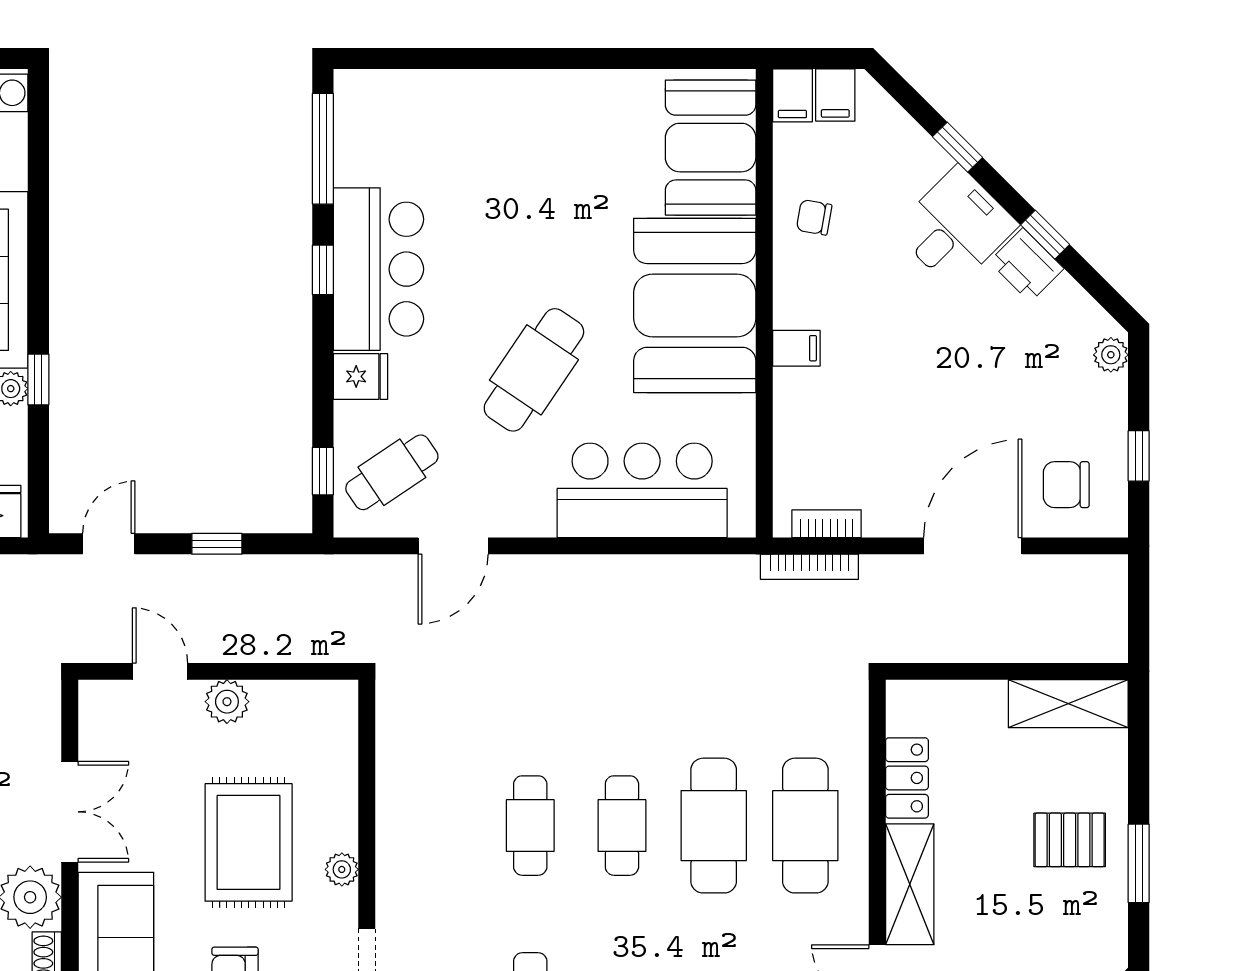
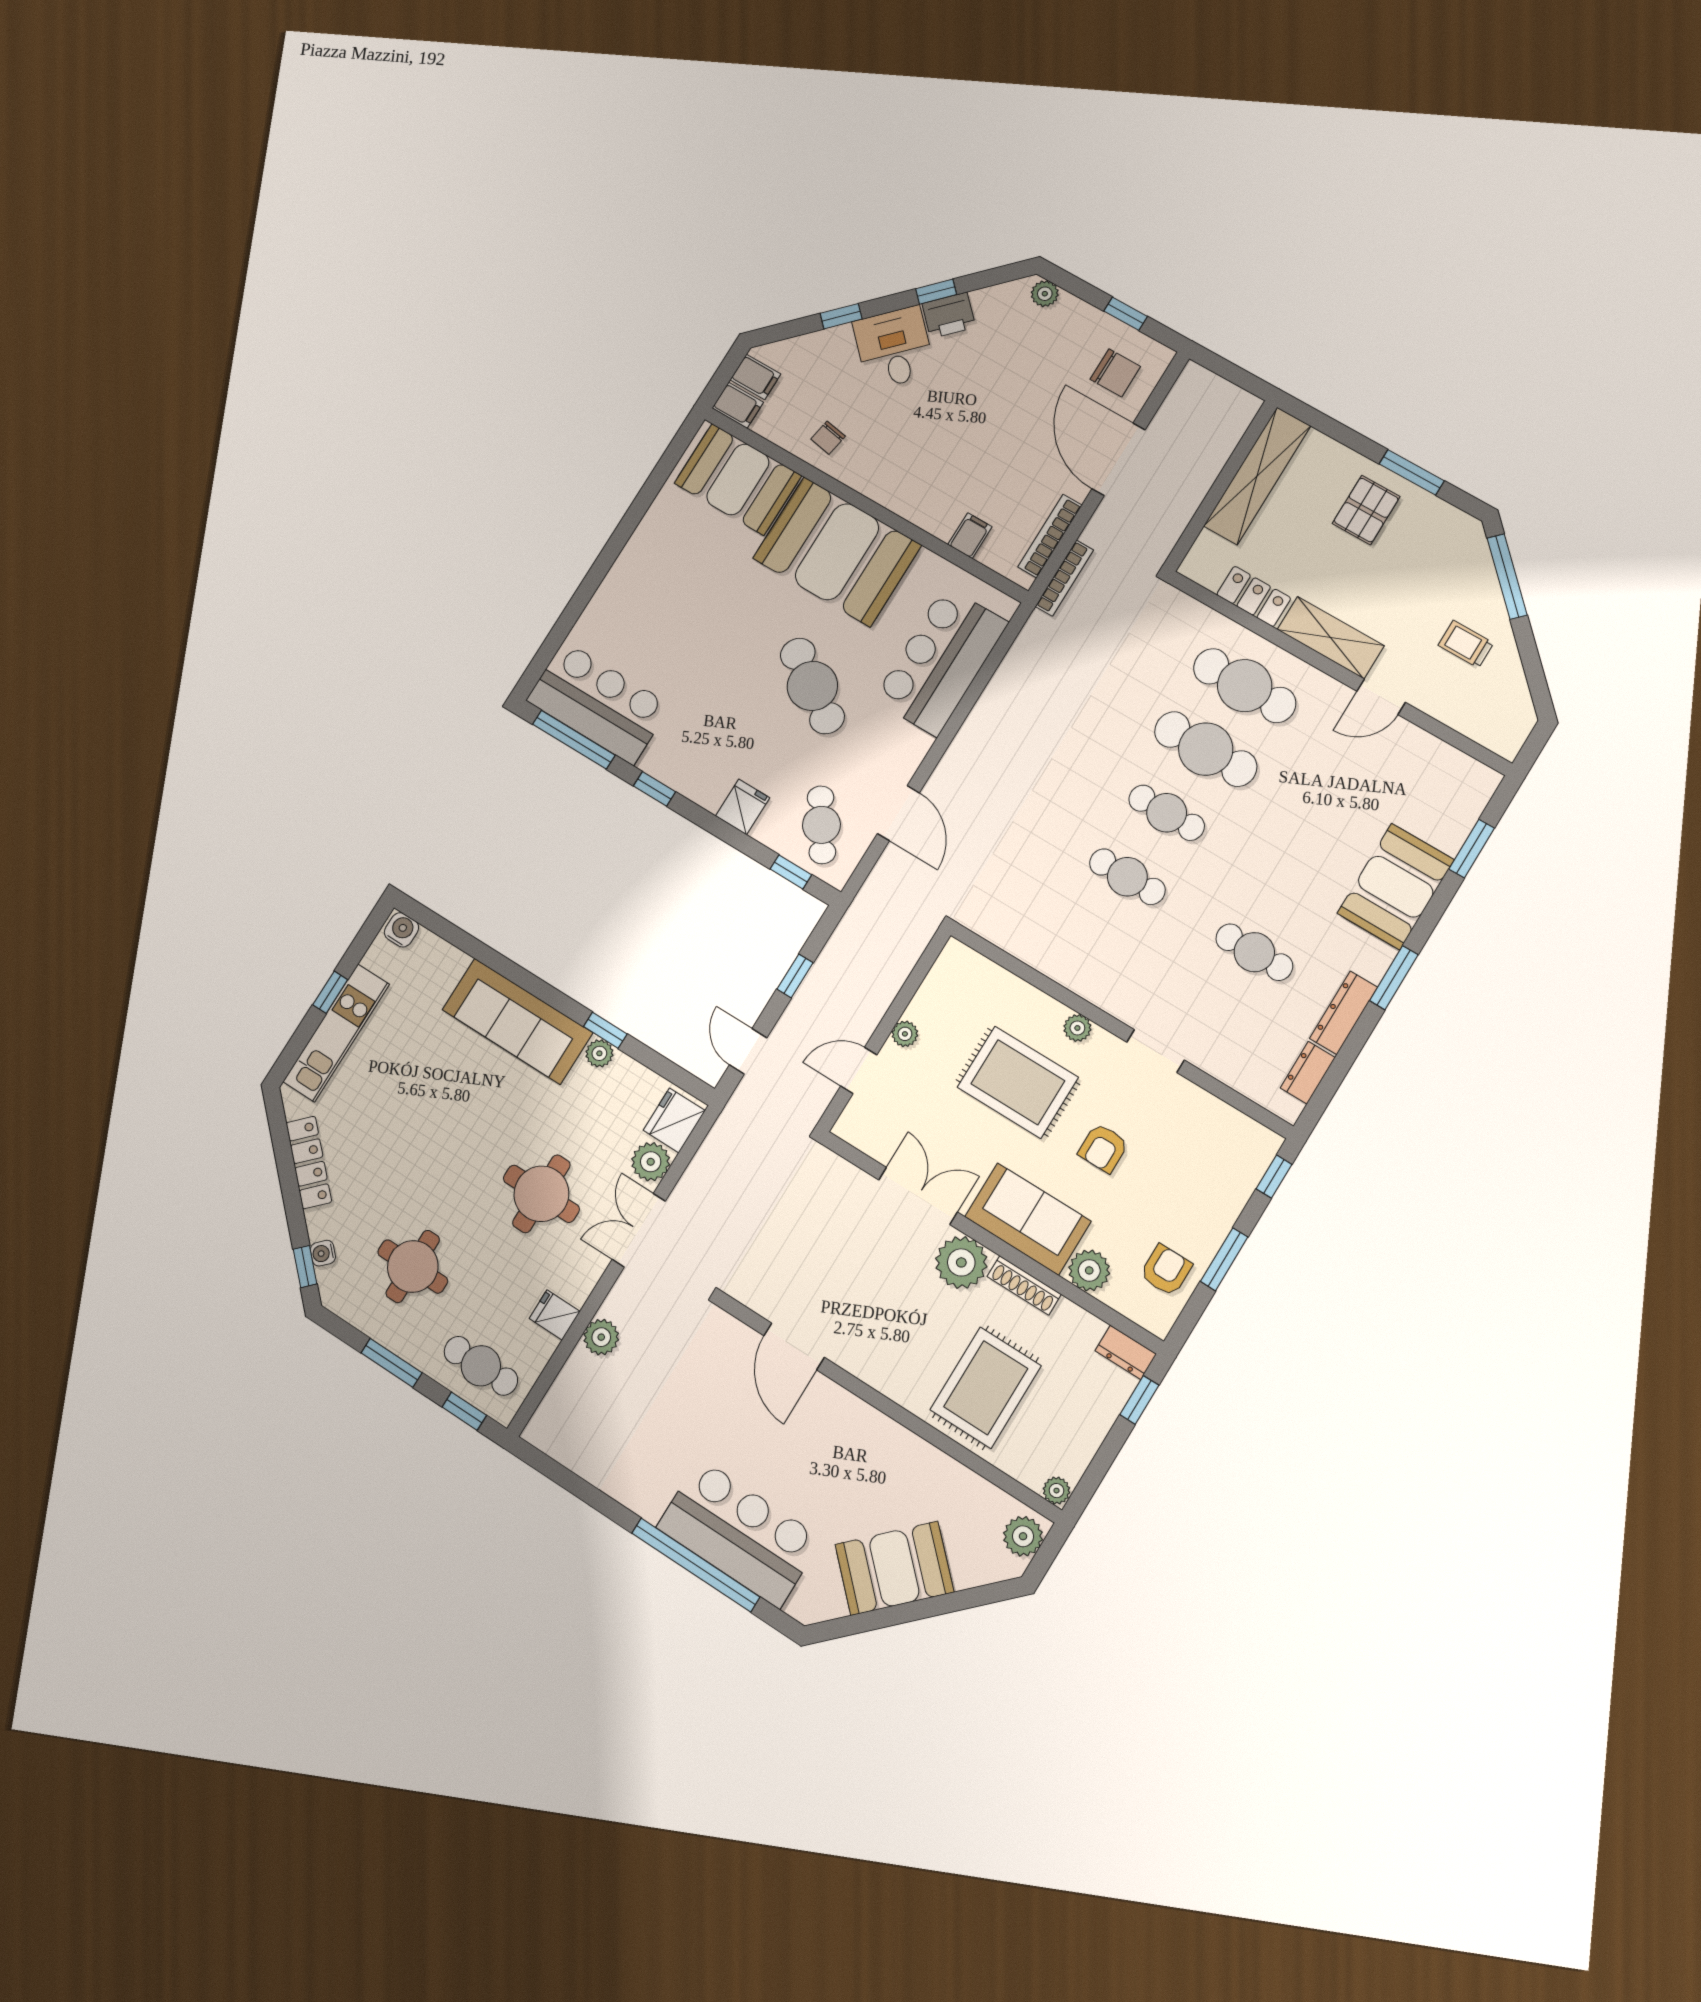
bar counter: (378, 269) -> (599, 703), moved
filing cabinet: (796, 348) -> (970, 536), moved
chair: (1066, 485) -> (1115, 373), turned -90
bookcase: (827, 524) -> (1050, 536), width x1.56
plant: (227, 702) -> (905, 1034), width x0.73, depth x0.73
shelving: (1068, 704) -> (1257, 476), width x1.47

